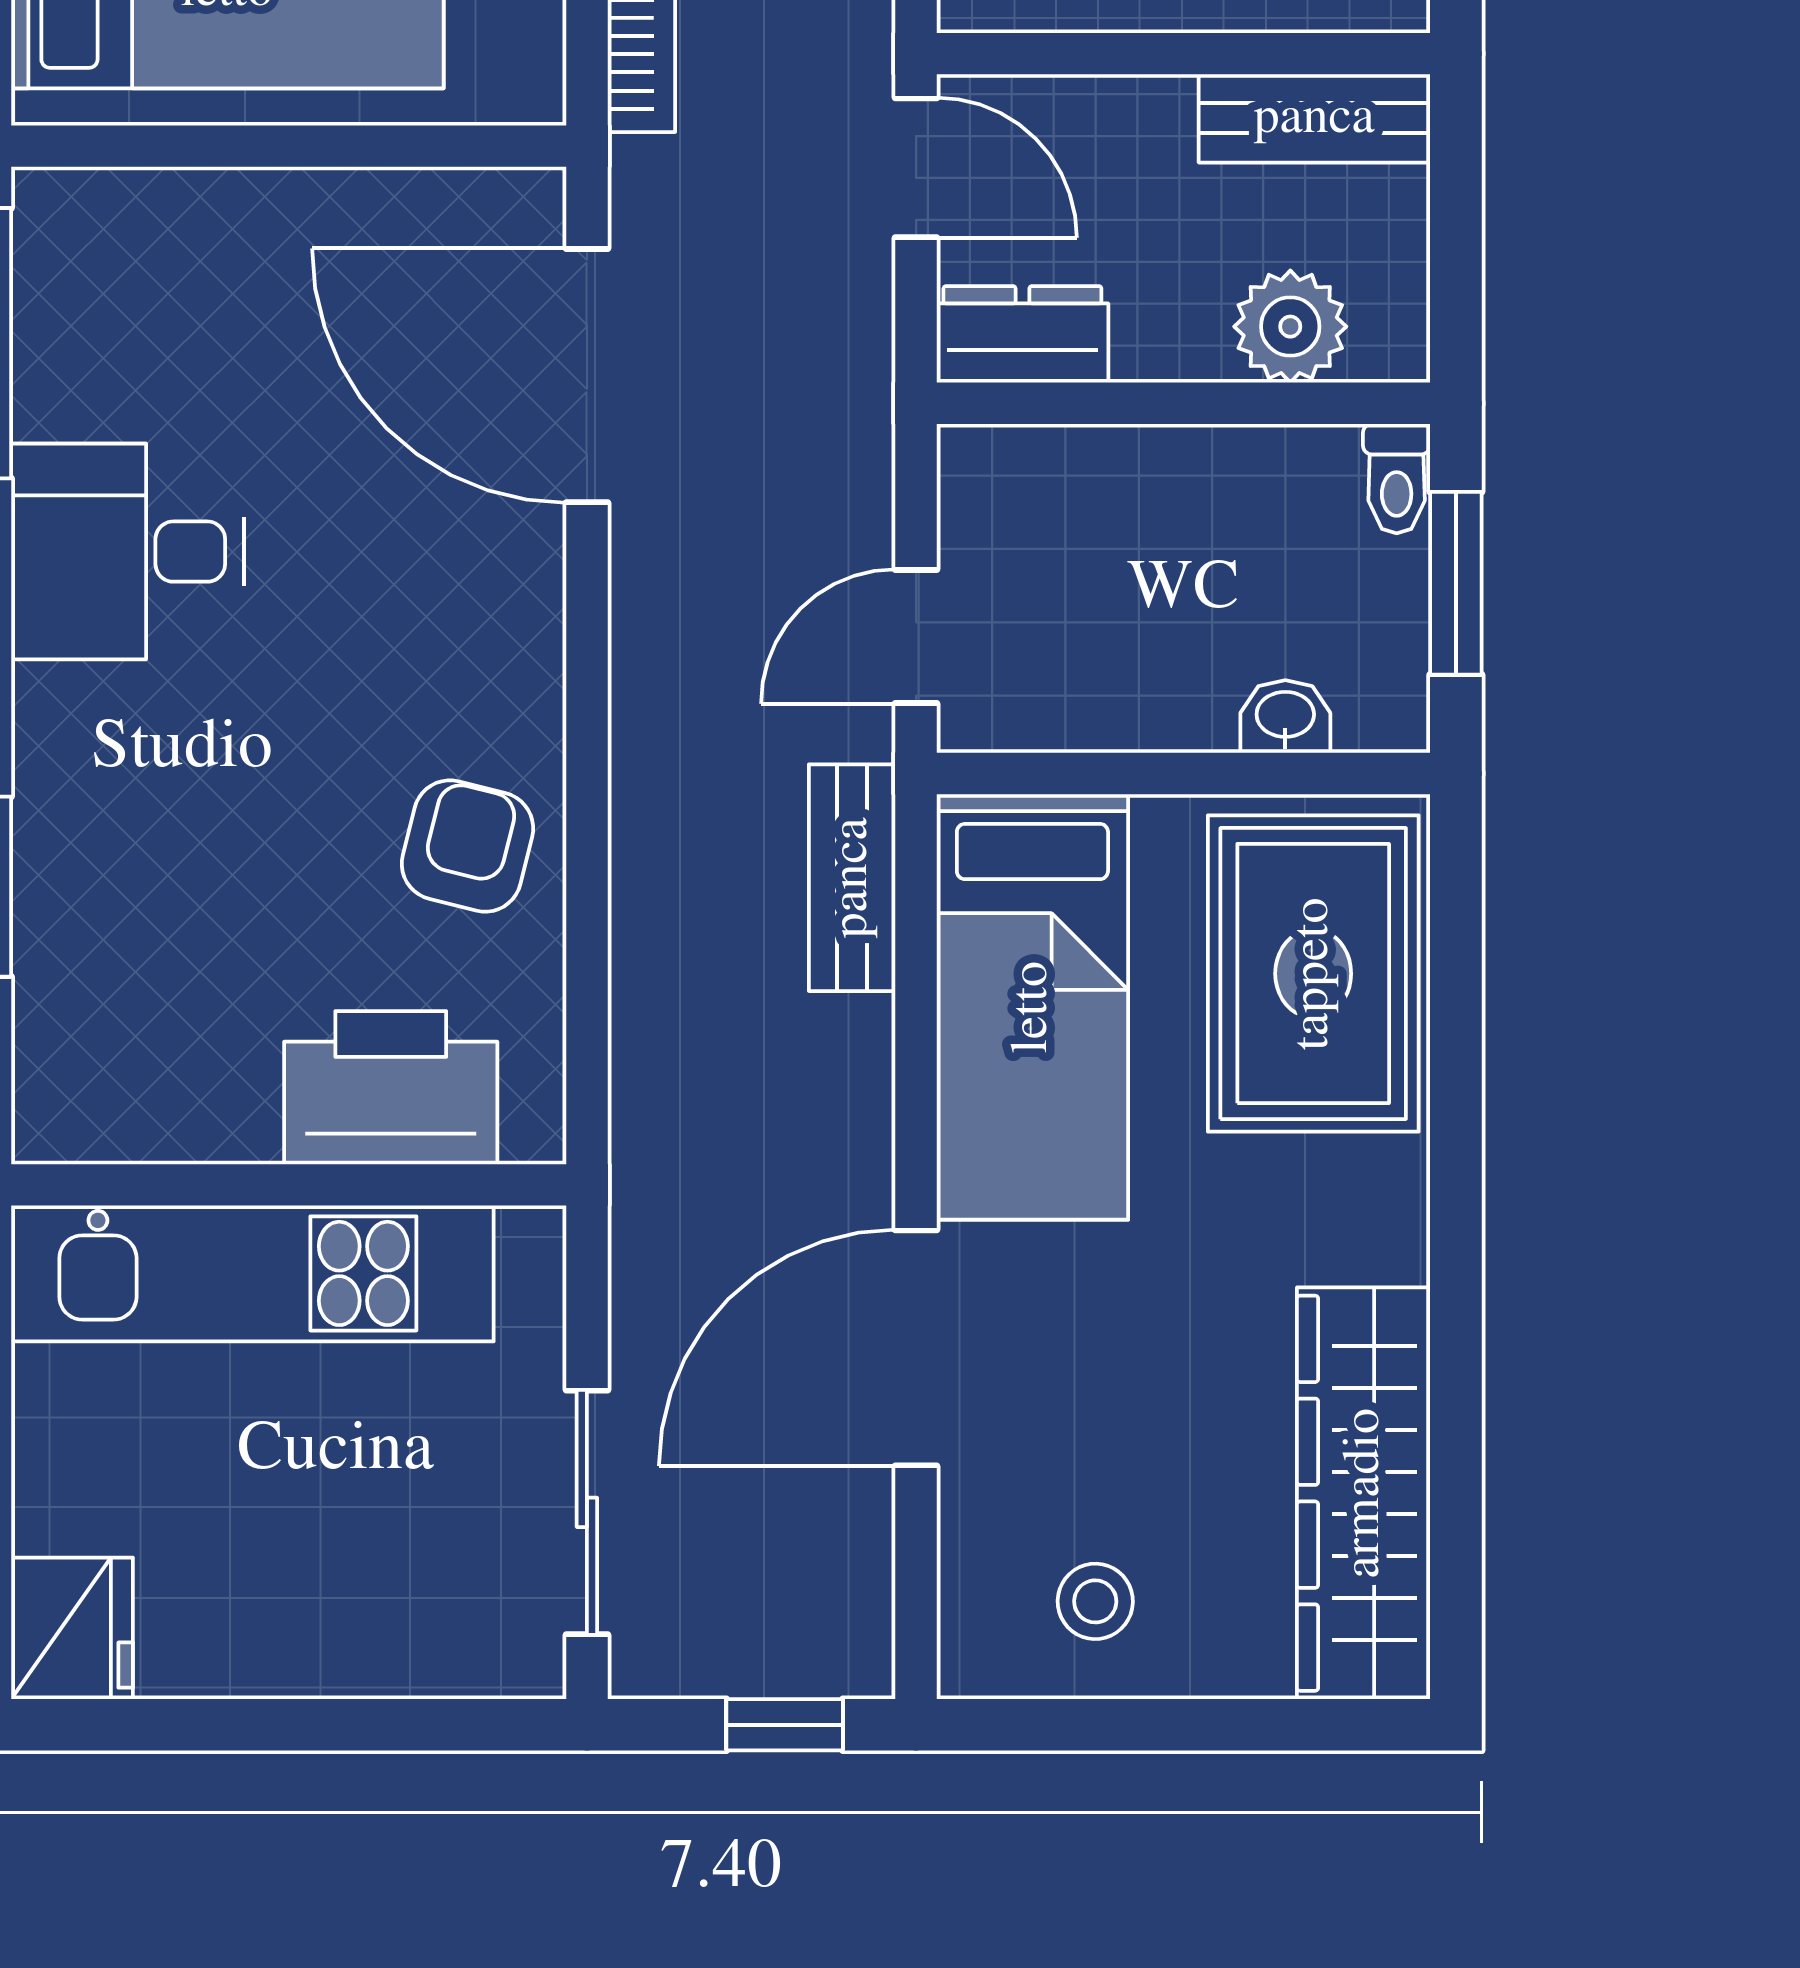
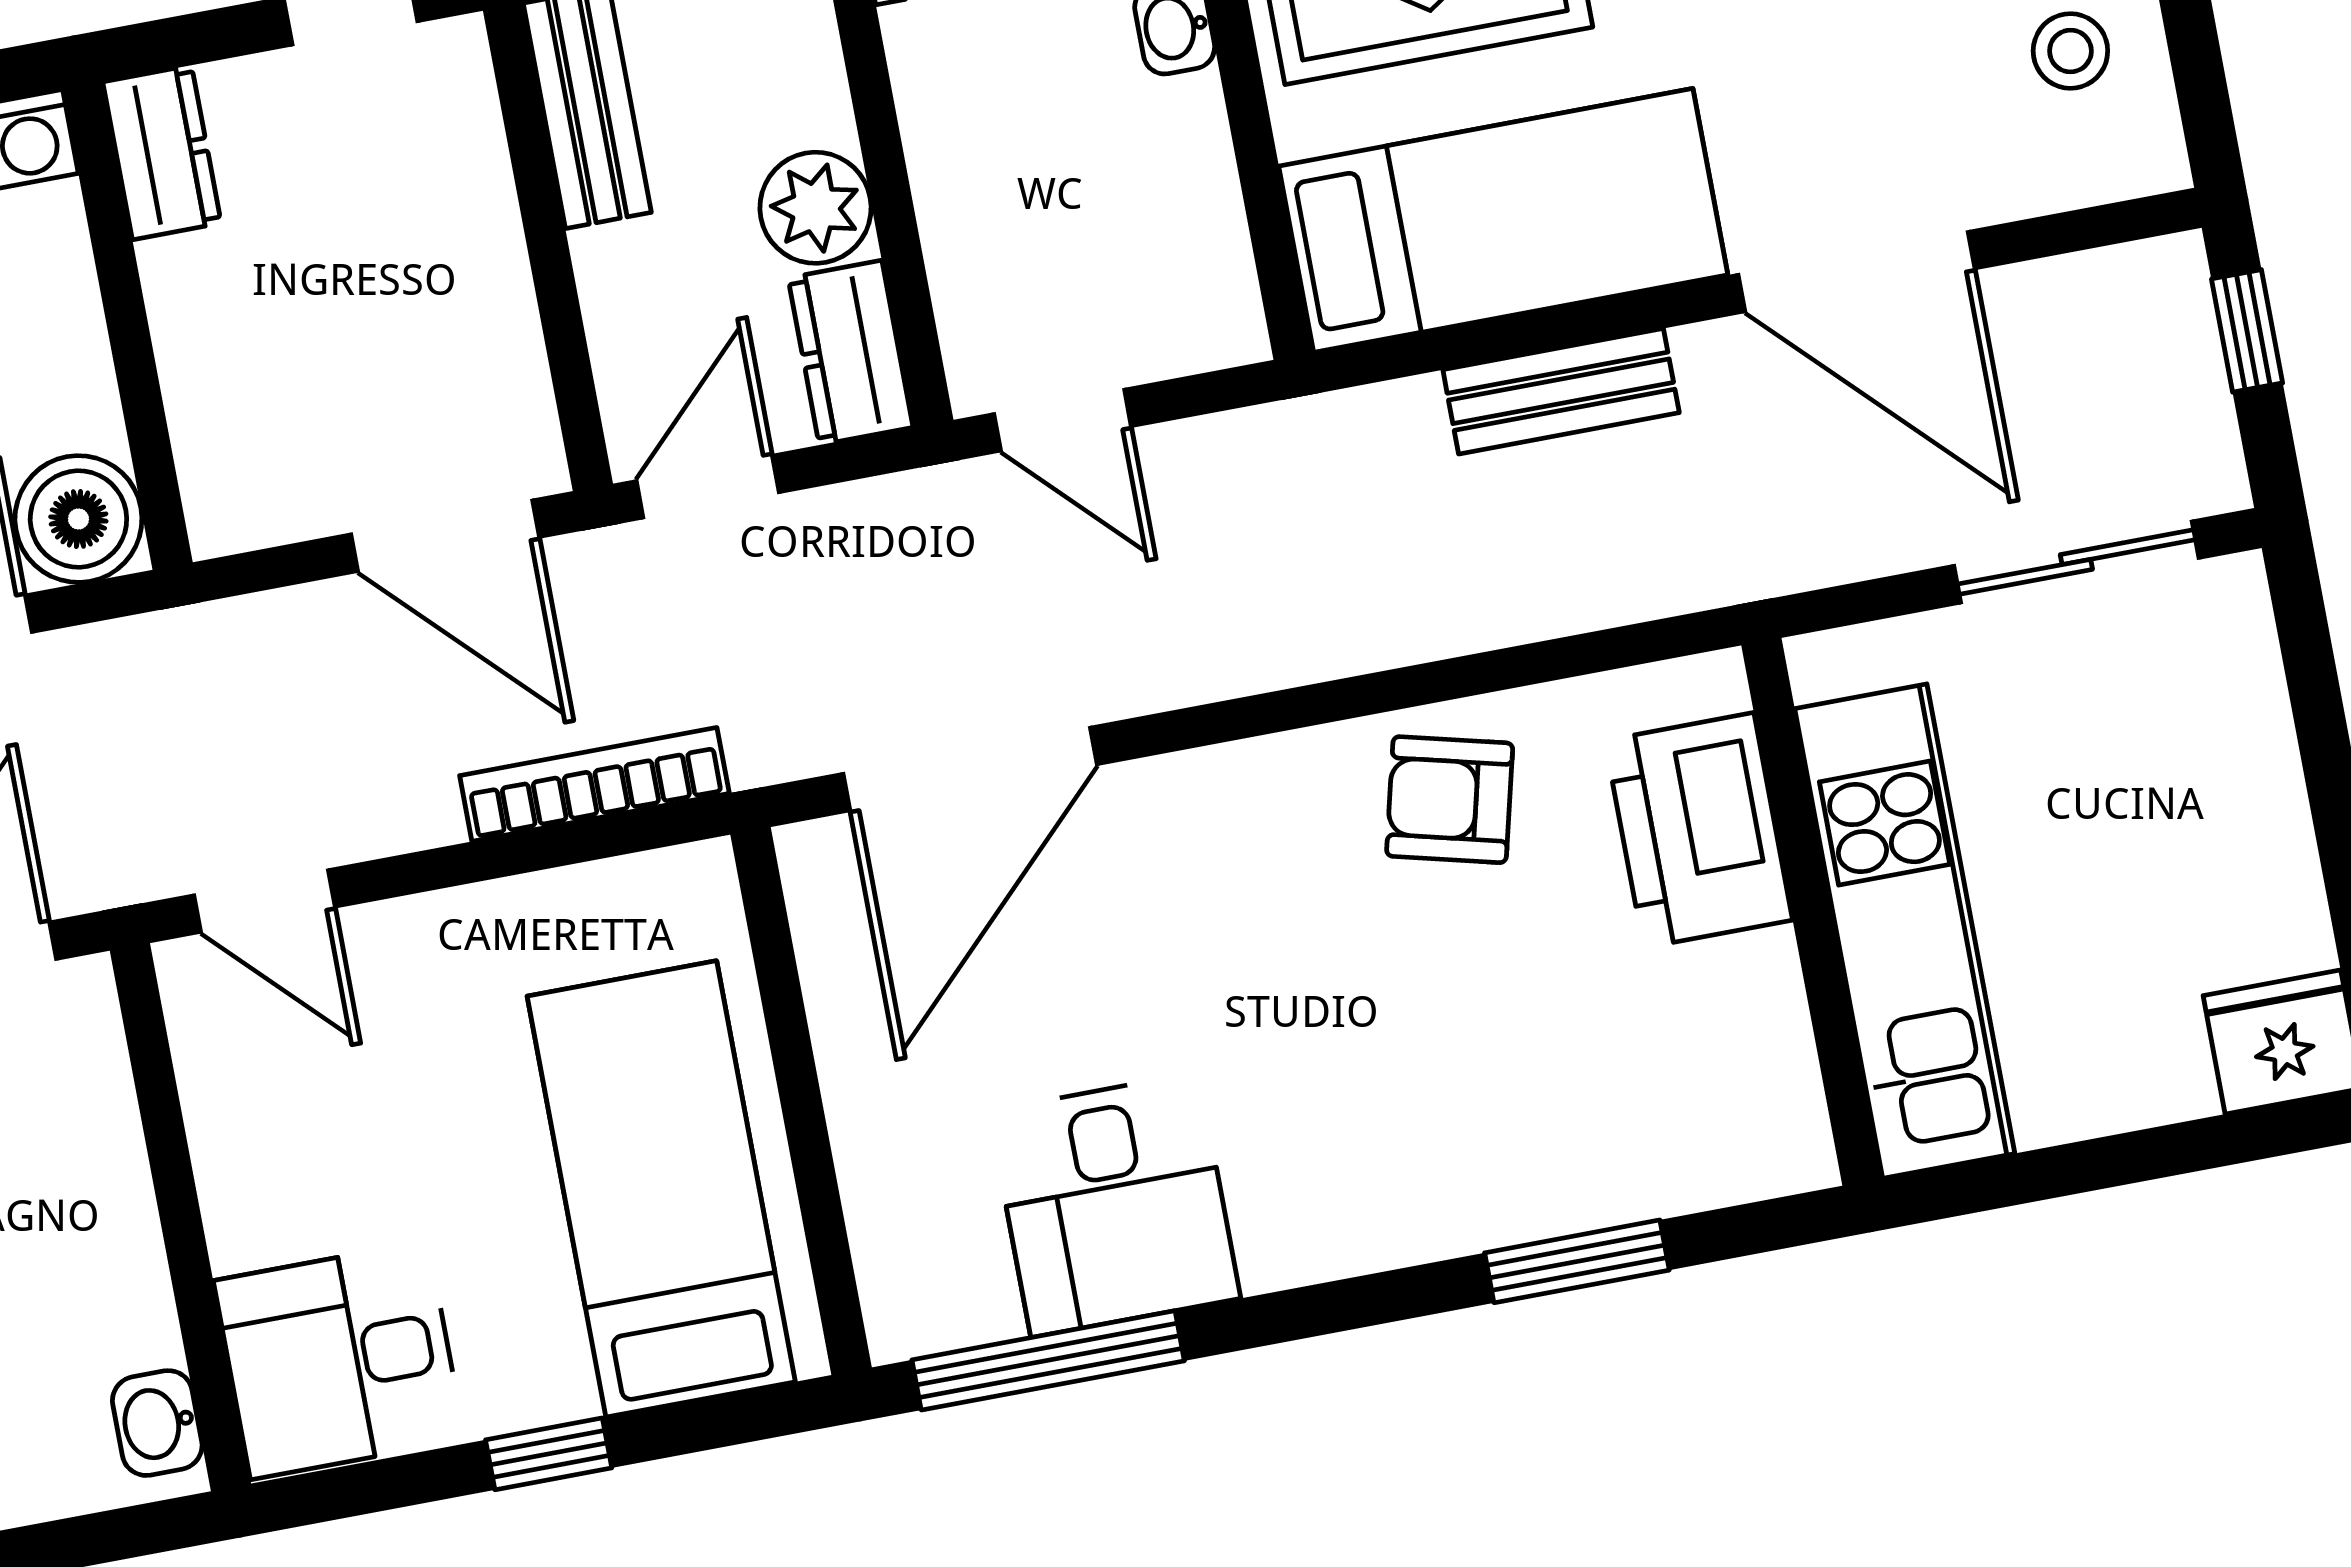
plant: (1290, 327) -> (816, 208), moved
desk: (127, 552) -> (1115, 1205), moved
door: (916, 636) -> (1063, 420), moved
bench: (852, 878) -> (1561, 391), moved

